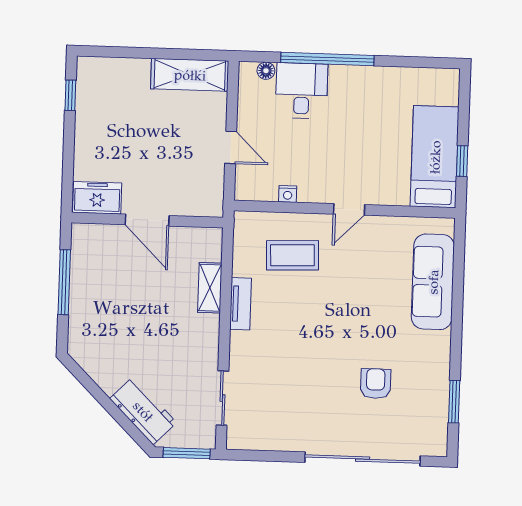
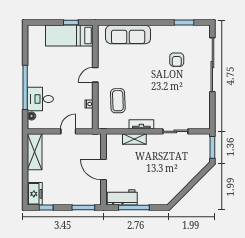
window: (68, 175) -> (83, 207), added
freezer: (97, 198) -> (35, 194), moved, turned 180
door: (349, 209) -> (95, 75), swing flipped
door: (147, 220) -> (104, 169), swing flipped
armchair: (376, 384) -> (177, 60), turned -90
sliding door: (222, 398) -> (175, 131), moved
workbench: (143, 411) -> (122, 197), moved, turned 45

